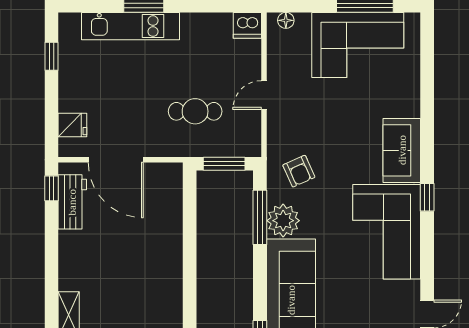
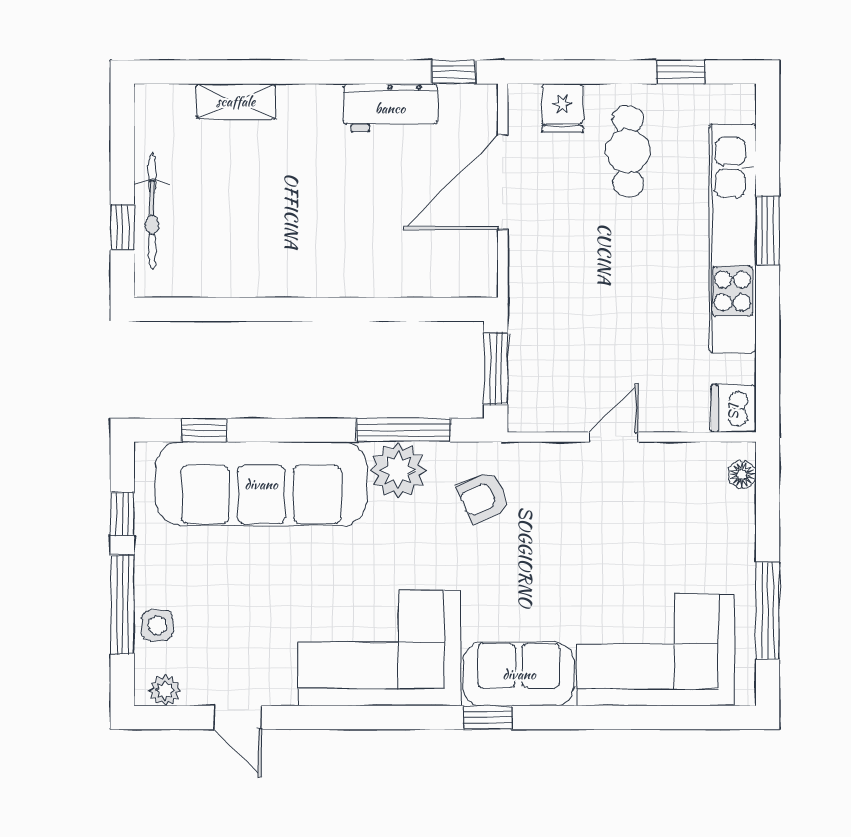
kitchen unit: (131, 26) -> (732, 238), width x1.36
corner sofa: (358, 45) -> (656, 650), moved, turned 90
door: (264, 95) -> (614, 437), hinge flipped
cafe table: (195, 111) -> (628, 151), moved
window: (427, 197) -> (488, 717), moved
workbench: (72, 202) -> (390, 108), moved

